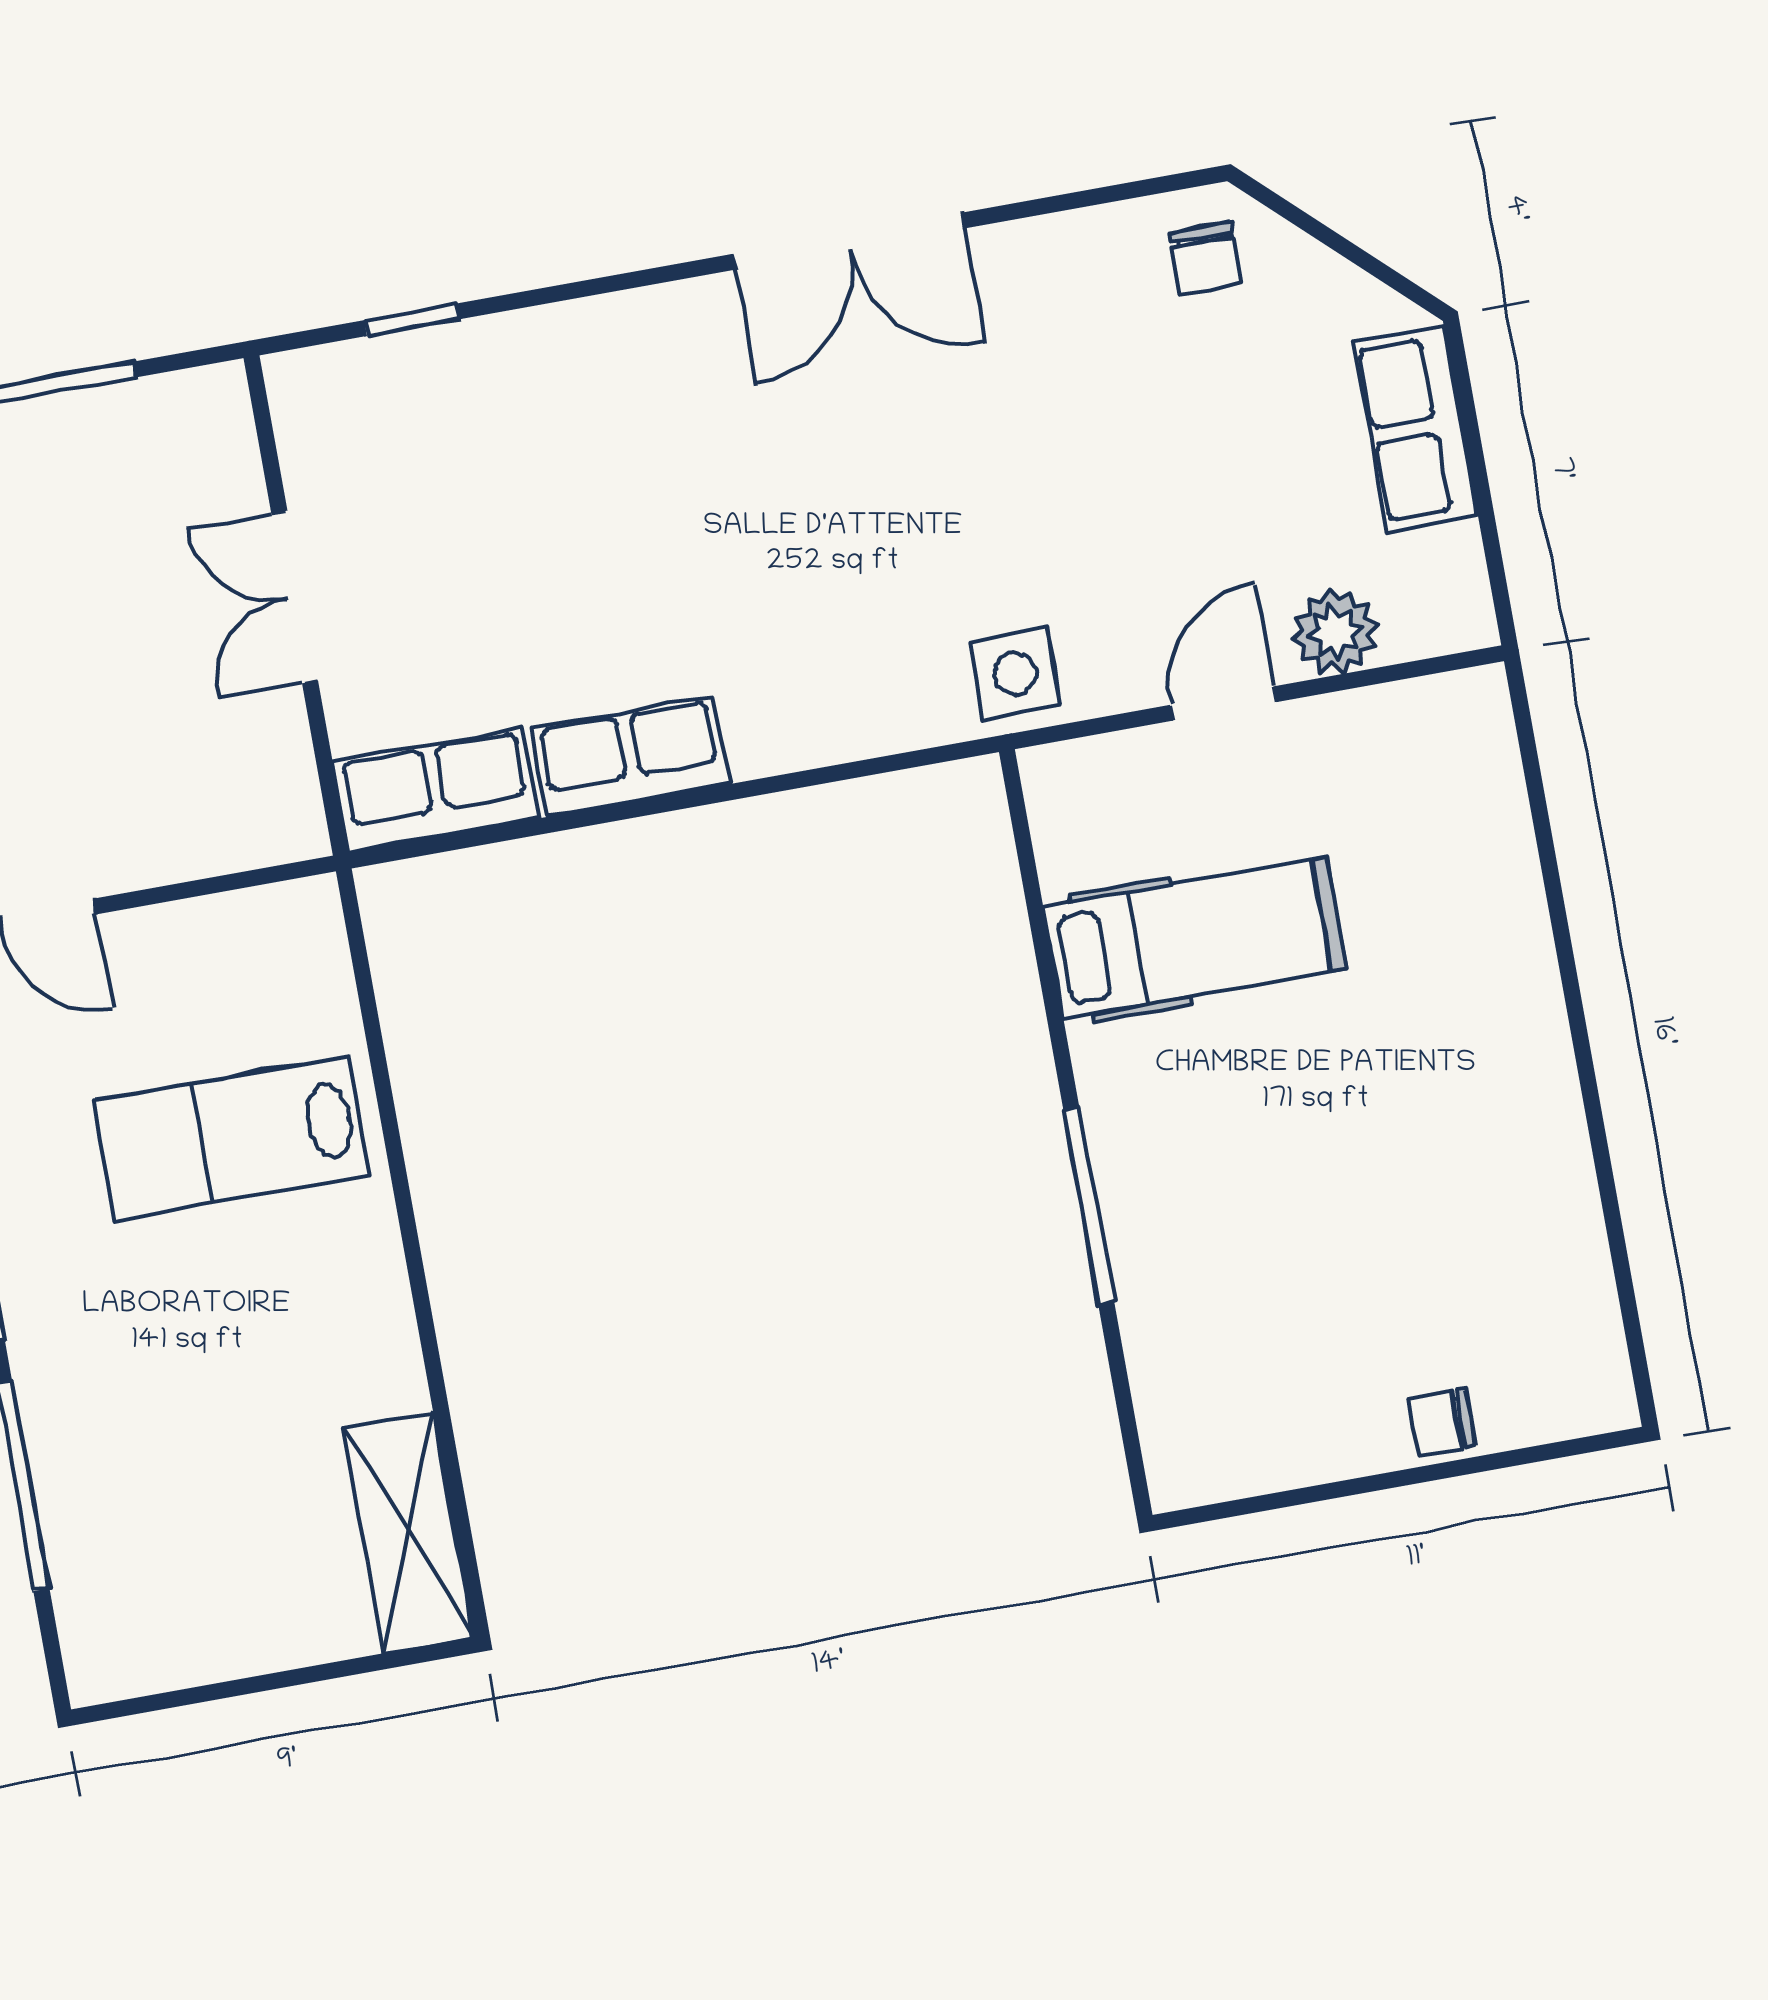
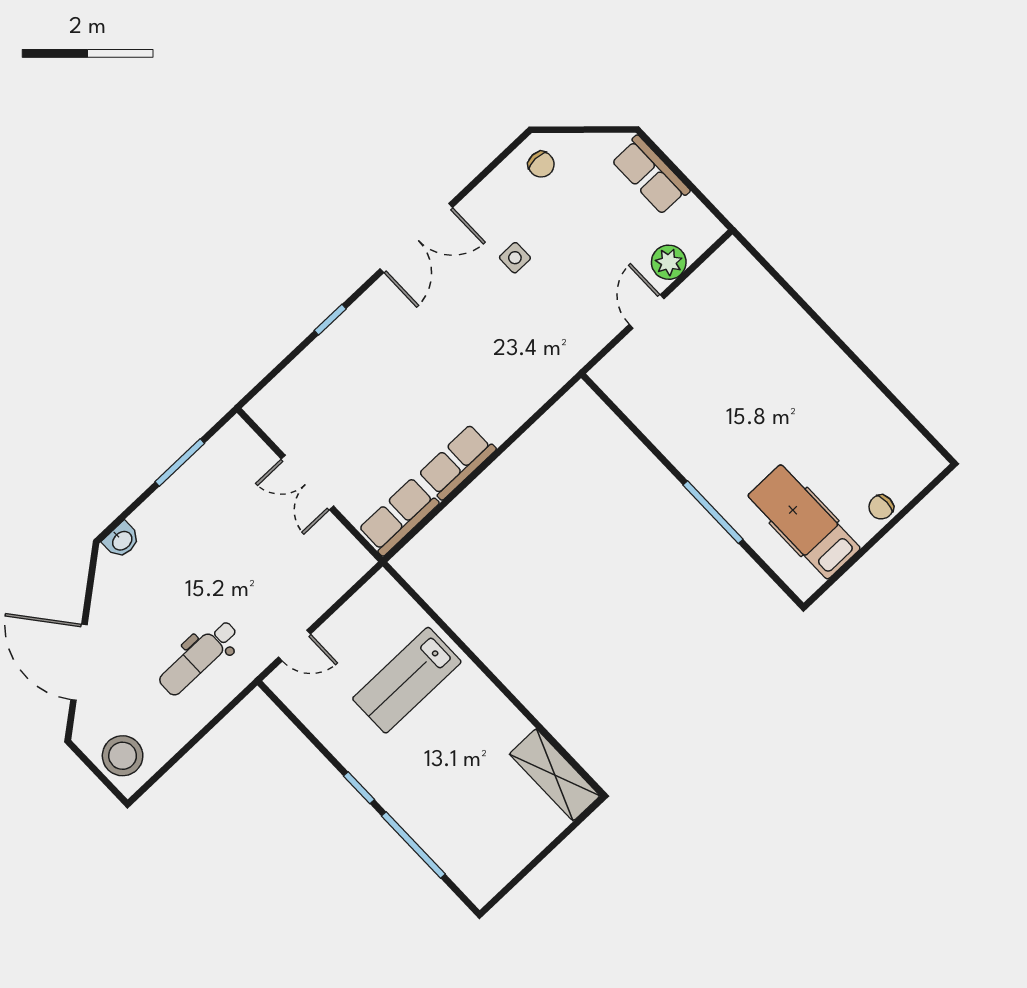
window: (412, 320) -> (330, 320), moved
side table: (1015, 673) -> (515, 258), moved, width x0.73, depth x0.73
hospital bed: (1195, 938) -> (804, 522), moved, turned -90

